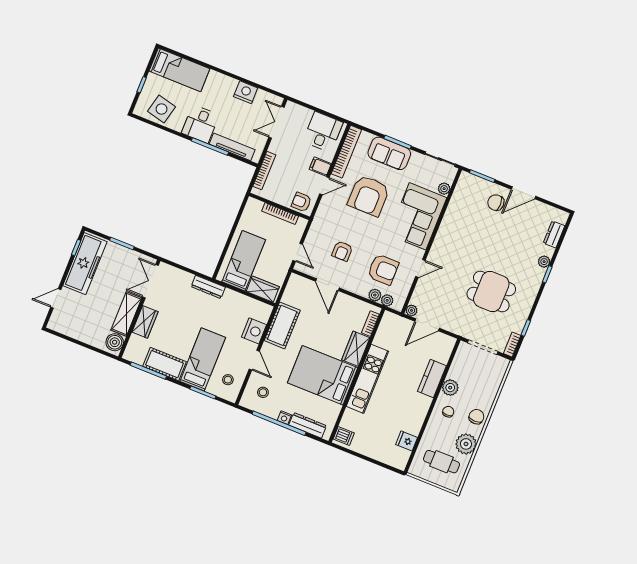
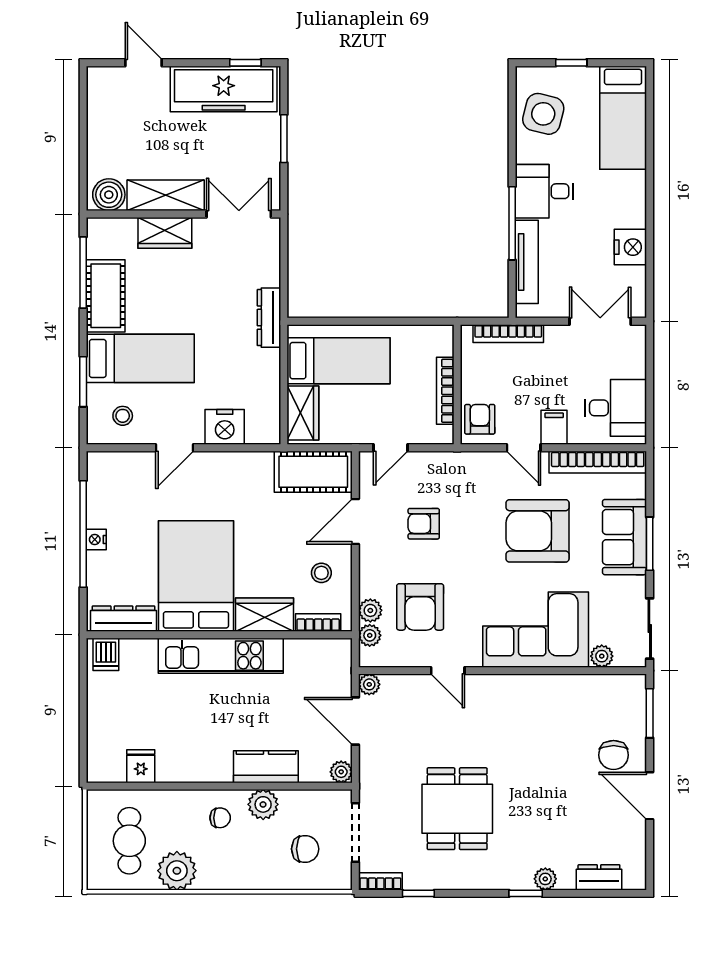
chair: (496, 203) -> (614, 755), turned 180
cot: (282, 325) -> (313, 472), moved
plant: (450, 342) -> (341, 772), added
stool: (263, 392) -> (321, 573), moved
chair: (476, 417) -> (305, 849), moved
dresser: (308, 425) -> (123, 619), moved, turned -90

